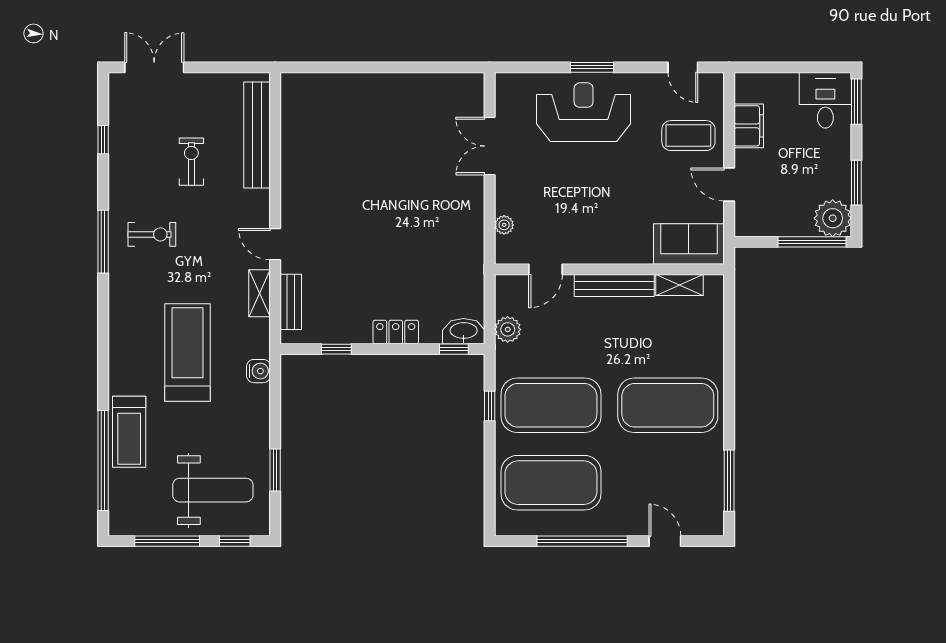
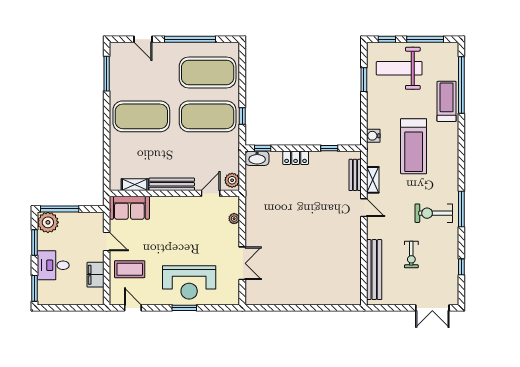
desk: (825, 100) -> (53, 265), moved, turned 90
exercise bike: (152, 234) -> (434, 213), width x1.38, depth x1.39
plant: (508, 329) -> (232, 180), moved

